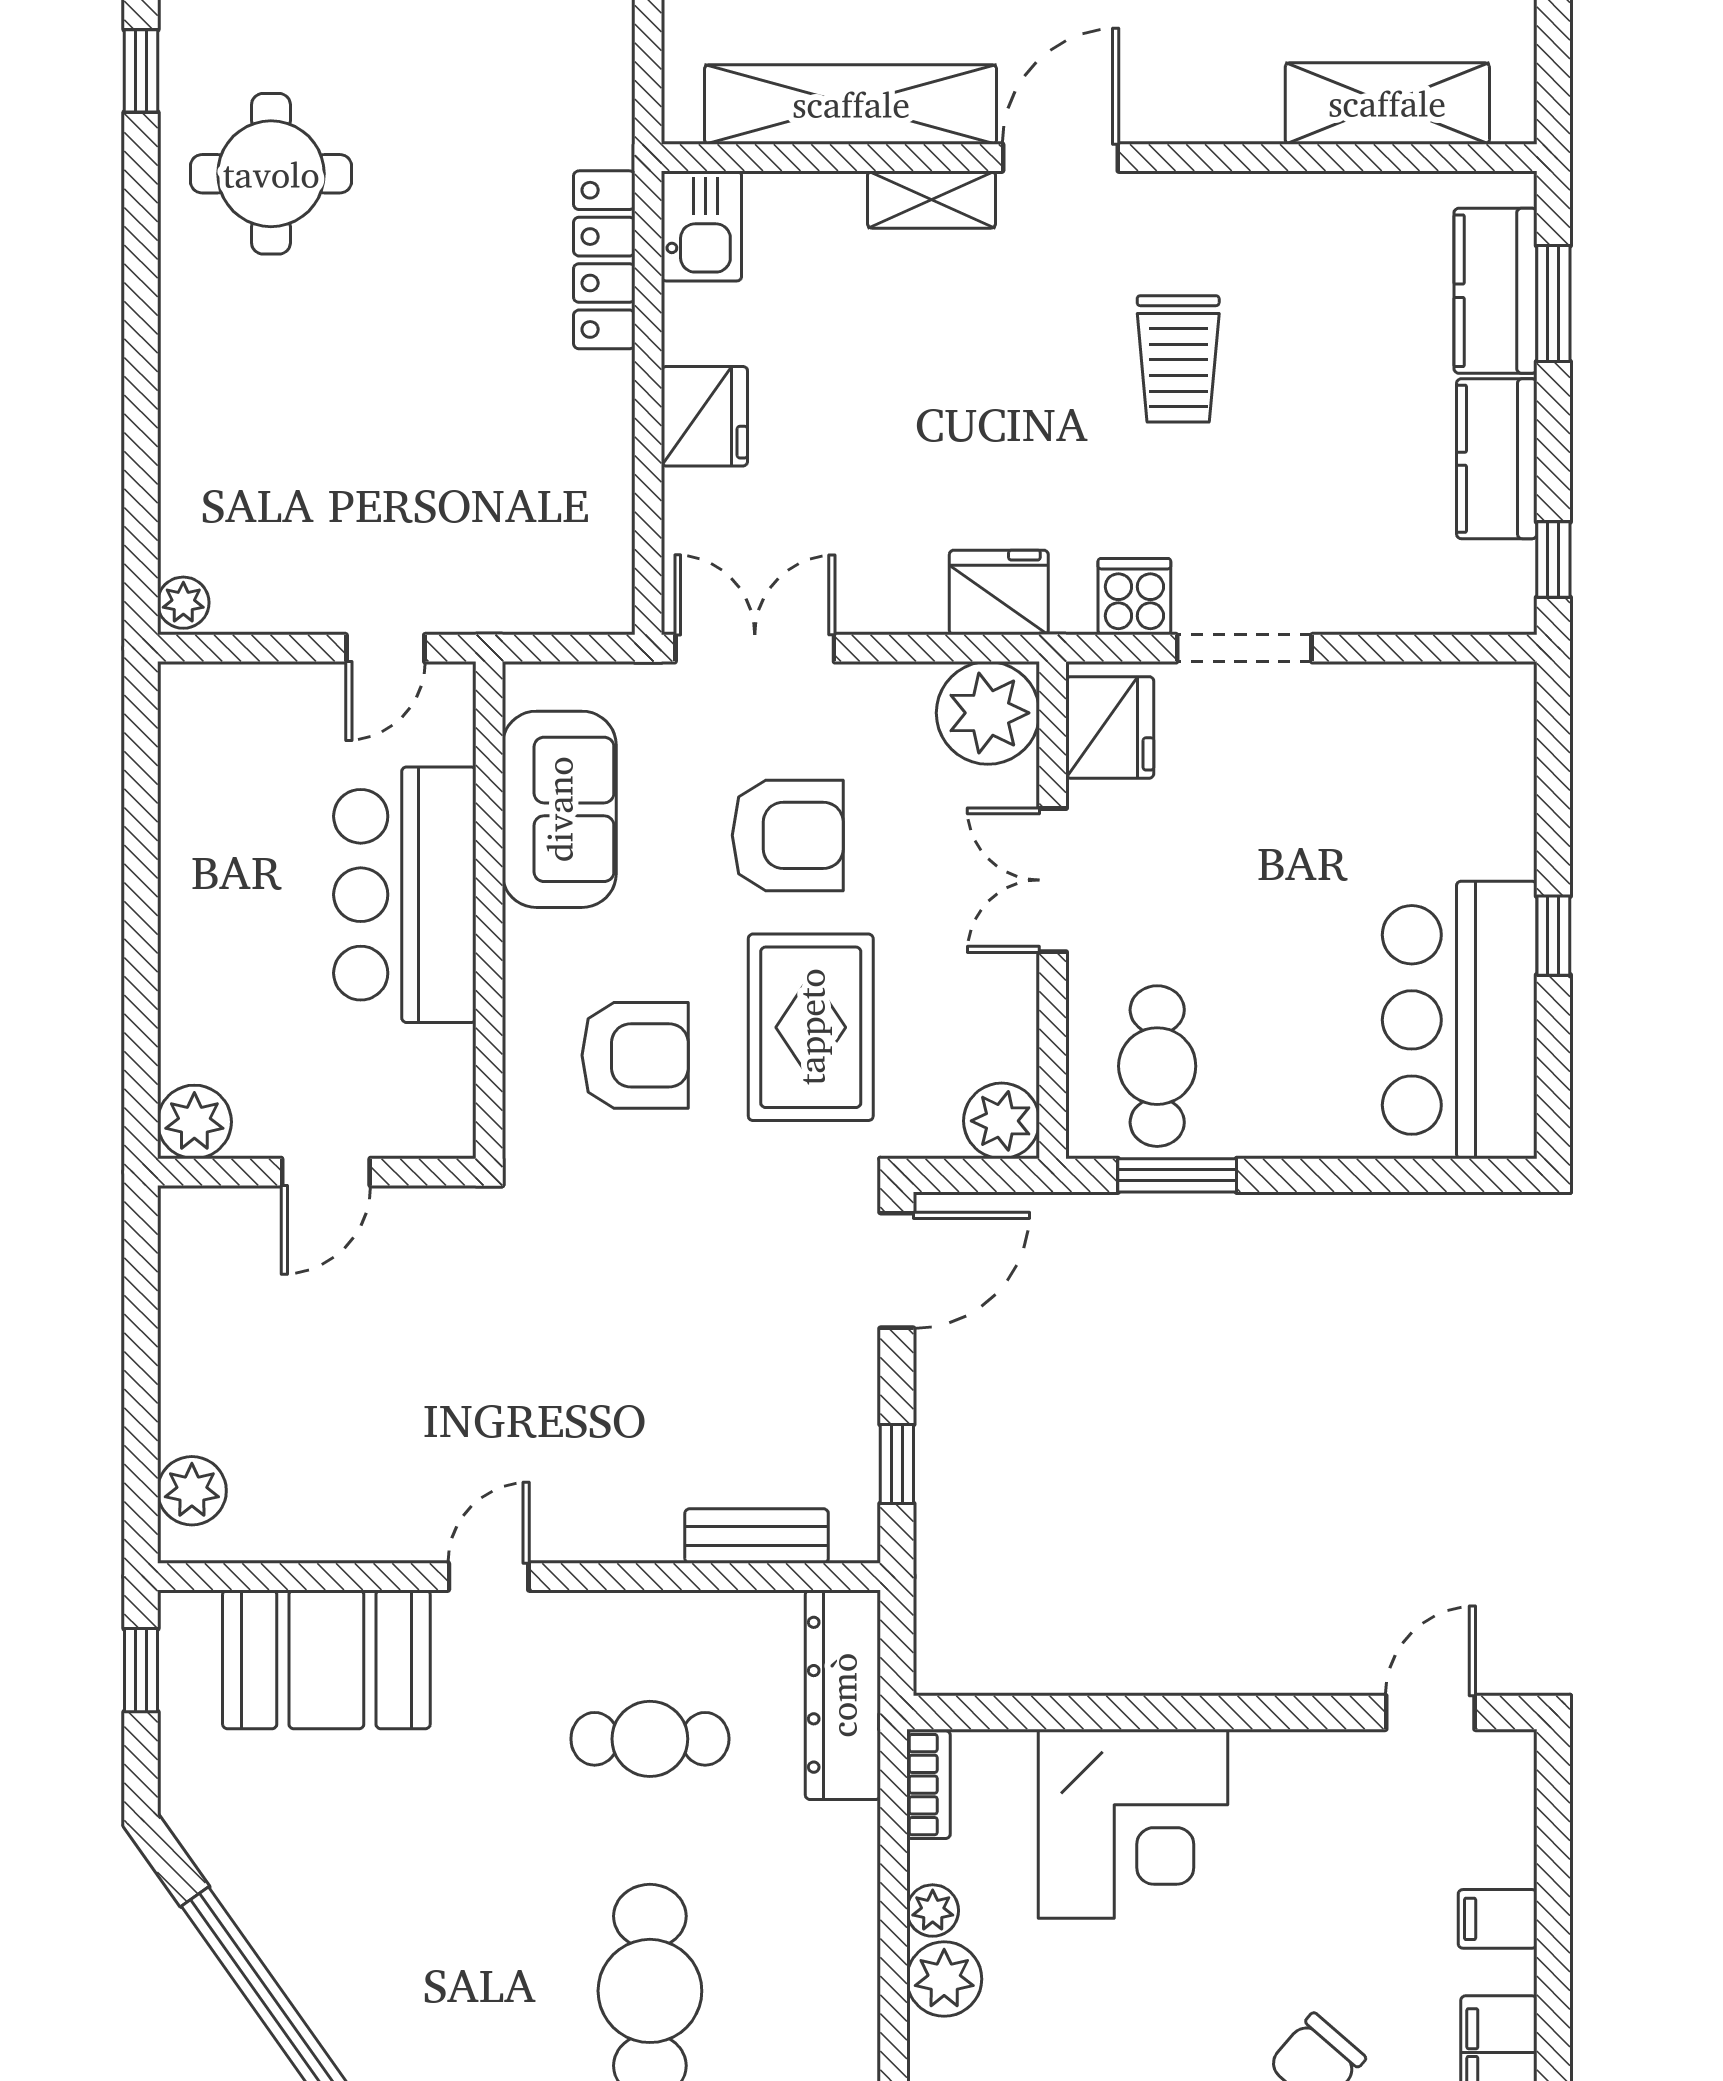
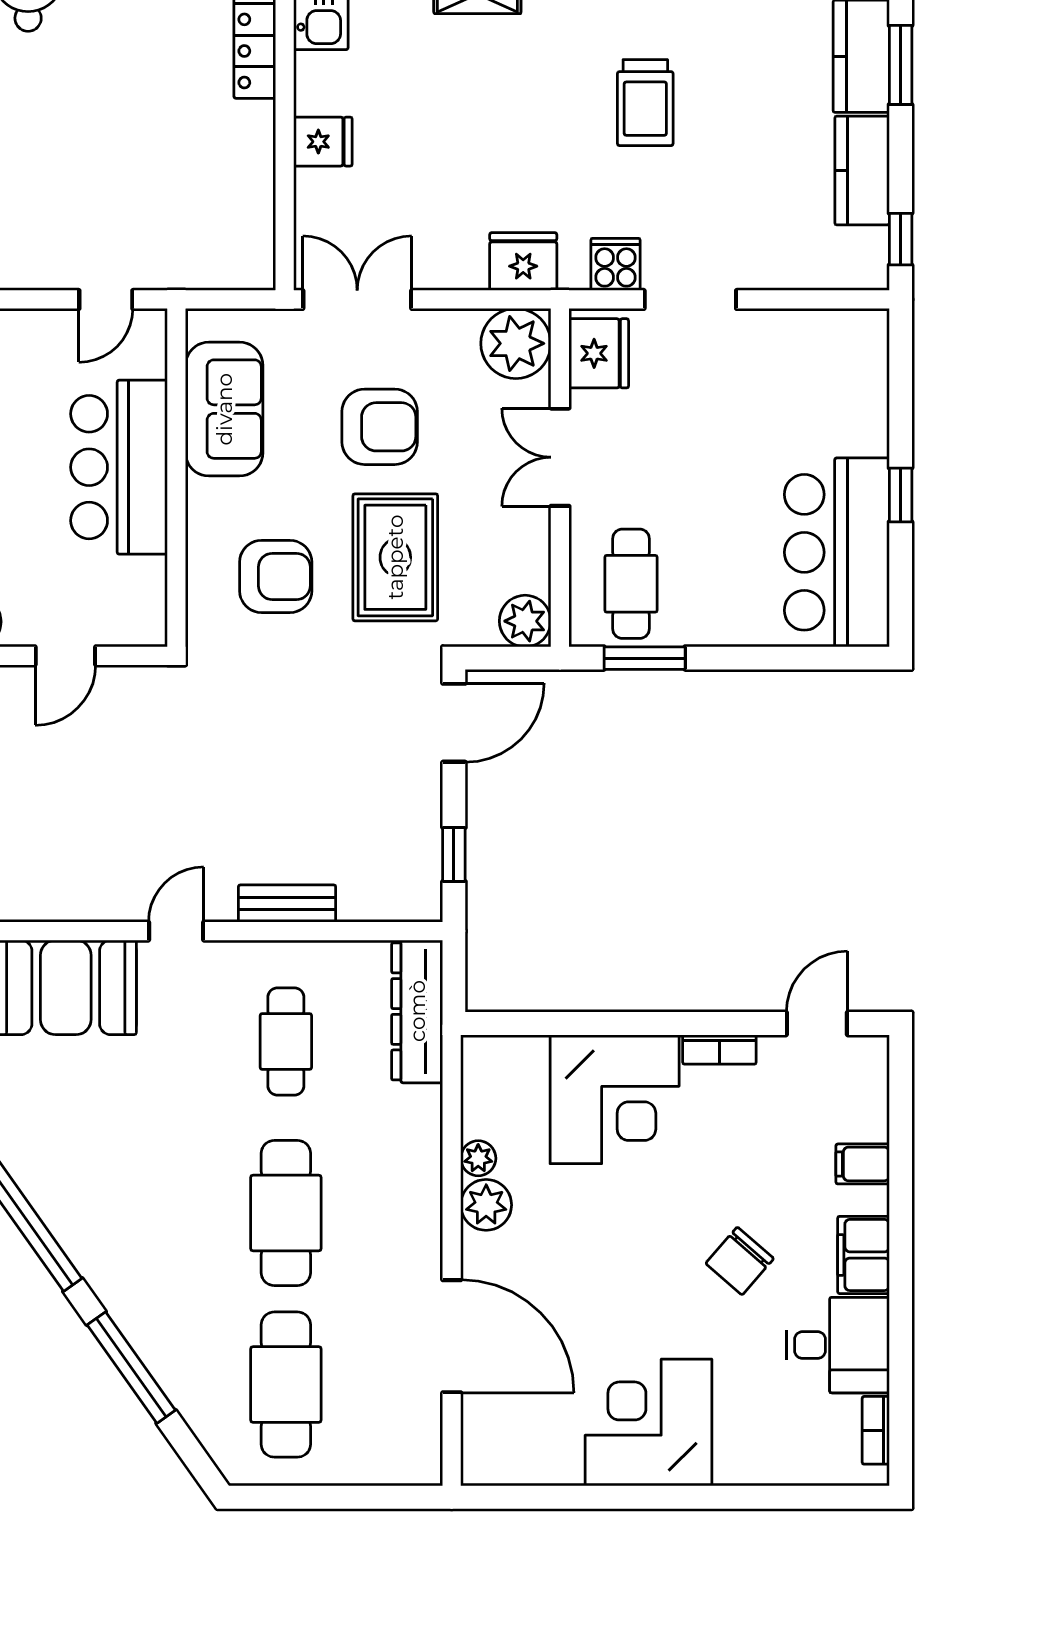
fridge: (704, 416) -> (323, 142), width x0.72
bench: (757, 1536) -> (287, 903), moved
cafe table: (650, 1739) -> (286, 1041), turned 90
bookcase: (928, 1785) -> (719, 1050), moved, turned 90

